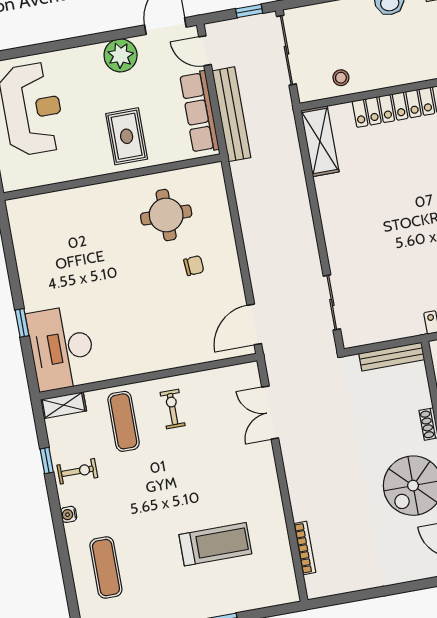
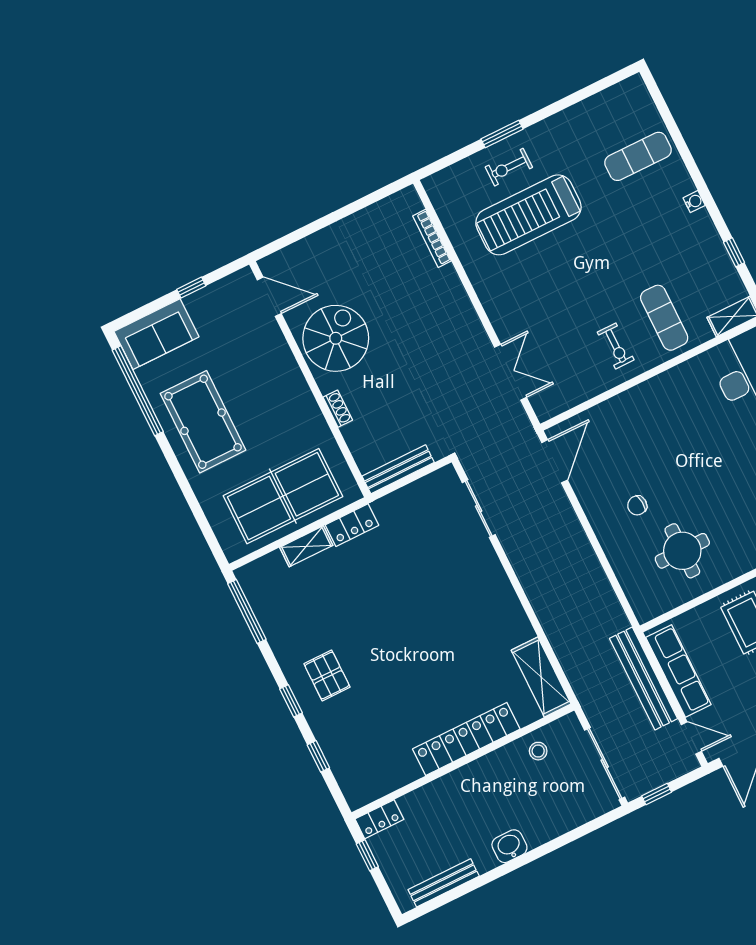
exercise bike: (77, 471) -> (509, 167), moved
treadmill: (215, 544) -> (528, 215), width x1.37, depth x1.38
exercise mat: (106, 568) -> (638, 156), turned 90

